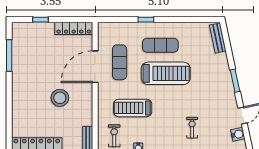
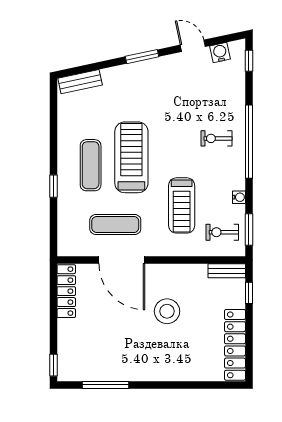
window: (40, 20) -> (53, 365), moved
exercise bike: (192, 128) -> (216, 138), moved

